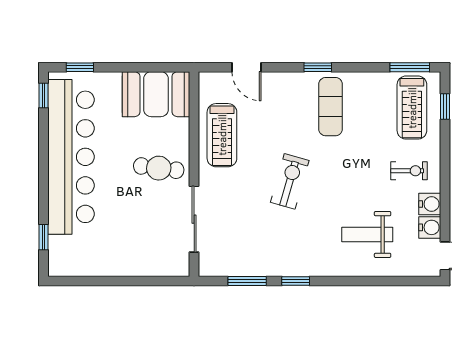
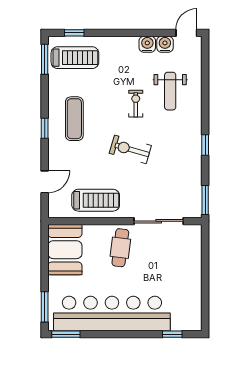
window: (80, 67) -> (45, 307), width x1.50
window: (43, 96) -> (66, 334), width x1.50
exercise mat: (331, 107) -> (74, 119), turned 90
exercise bike: (409, 171) -> (136, 104), moved
window: (247, 281) -> (205, 200), moved

